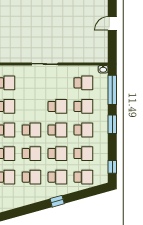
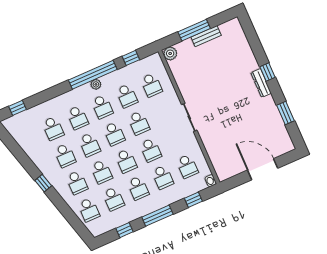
door: (112, 23) -> (263, 169), width x1.87
window: (112, 90) -> (193, 200), width x0.46
school desk: (31, 106) -> (139, 123), added
window: (112, 124) -> (157, 216), width x1.44
window: (112, 167) -> (125, 230), moved
window: (57, 201) -> (43, 183), moved

